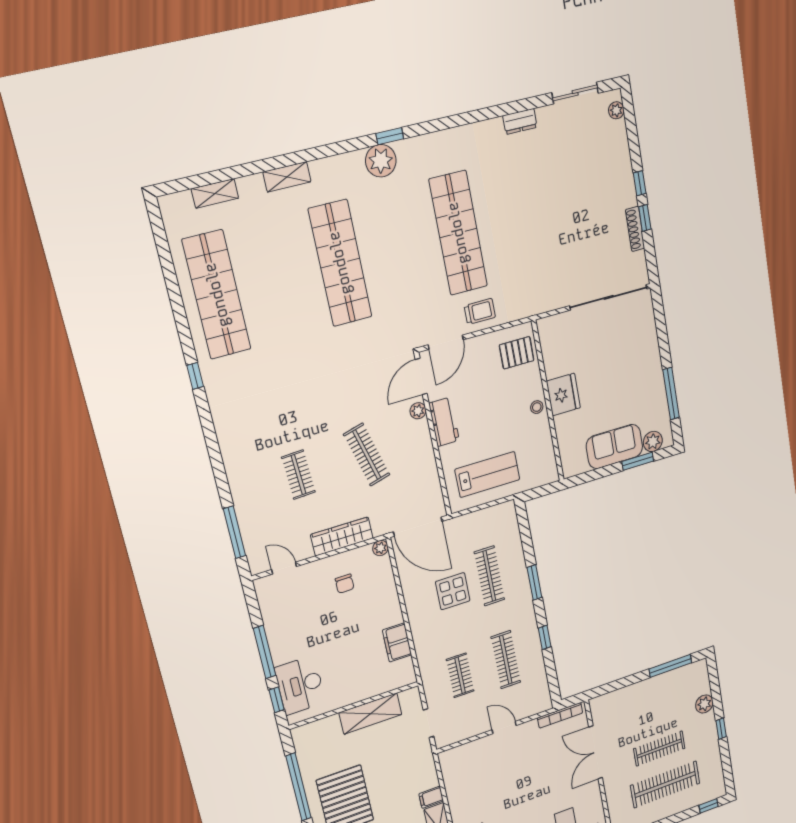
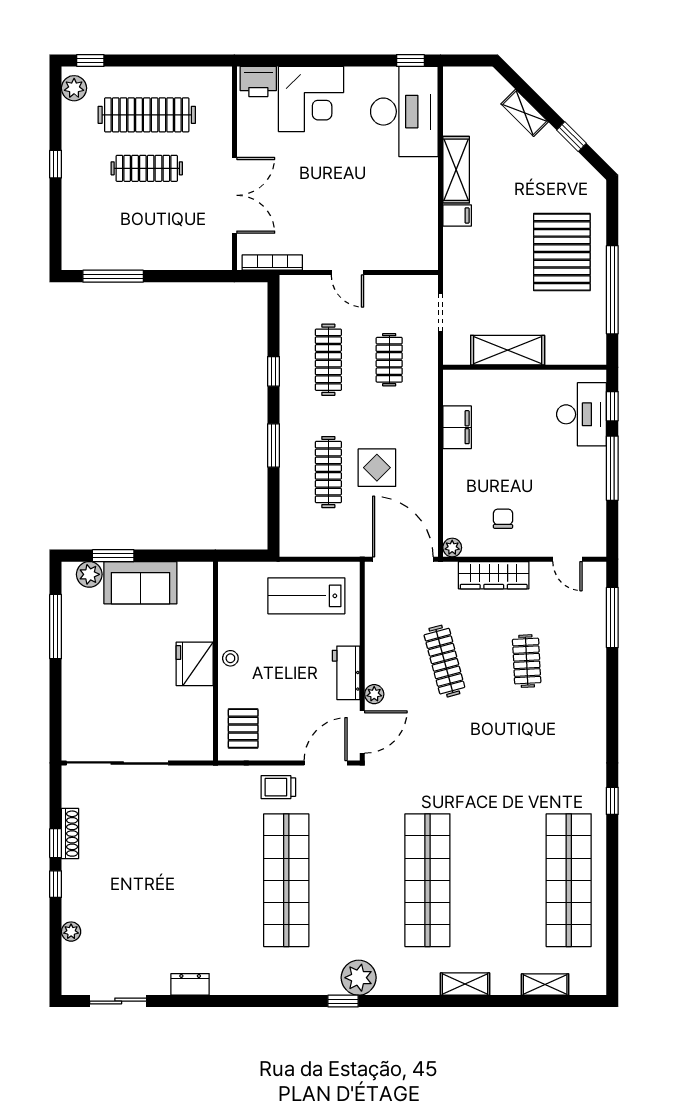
plant: (616, 110) -> (71, 932), moved
pallet: (517, 353) -> (243, 728), turned 90
plant: (704, 704) -> (74, 88), moved

